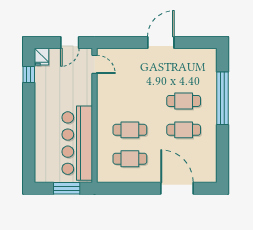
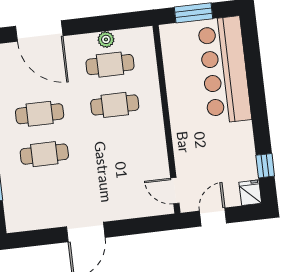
bar counter: (77, 143) -> (224, 70), moved, turned 180
plant: (131, 177) -> (106, 39), added

